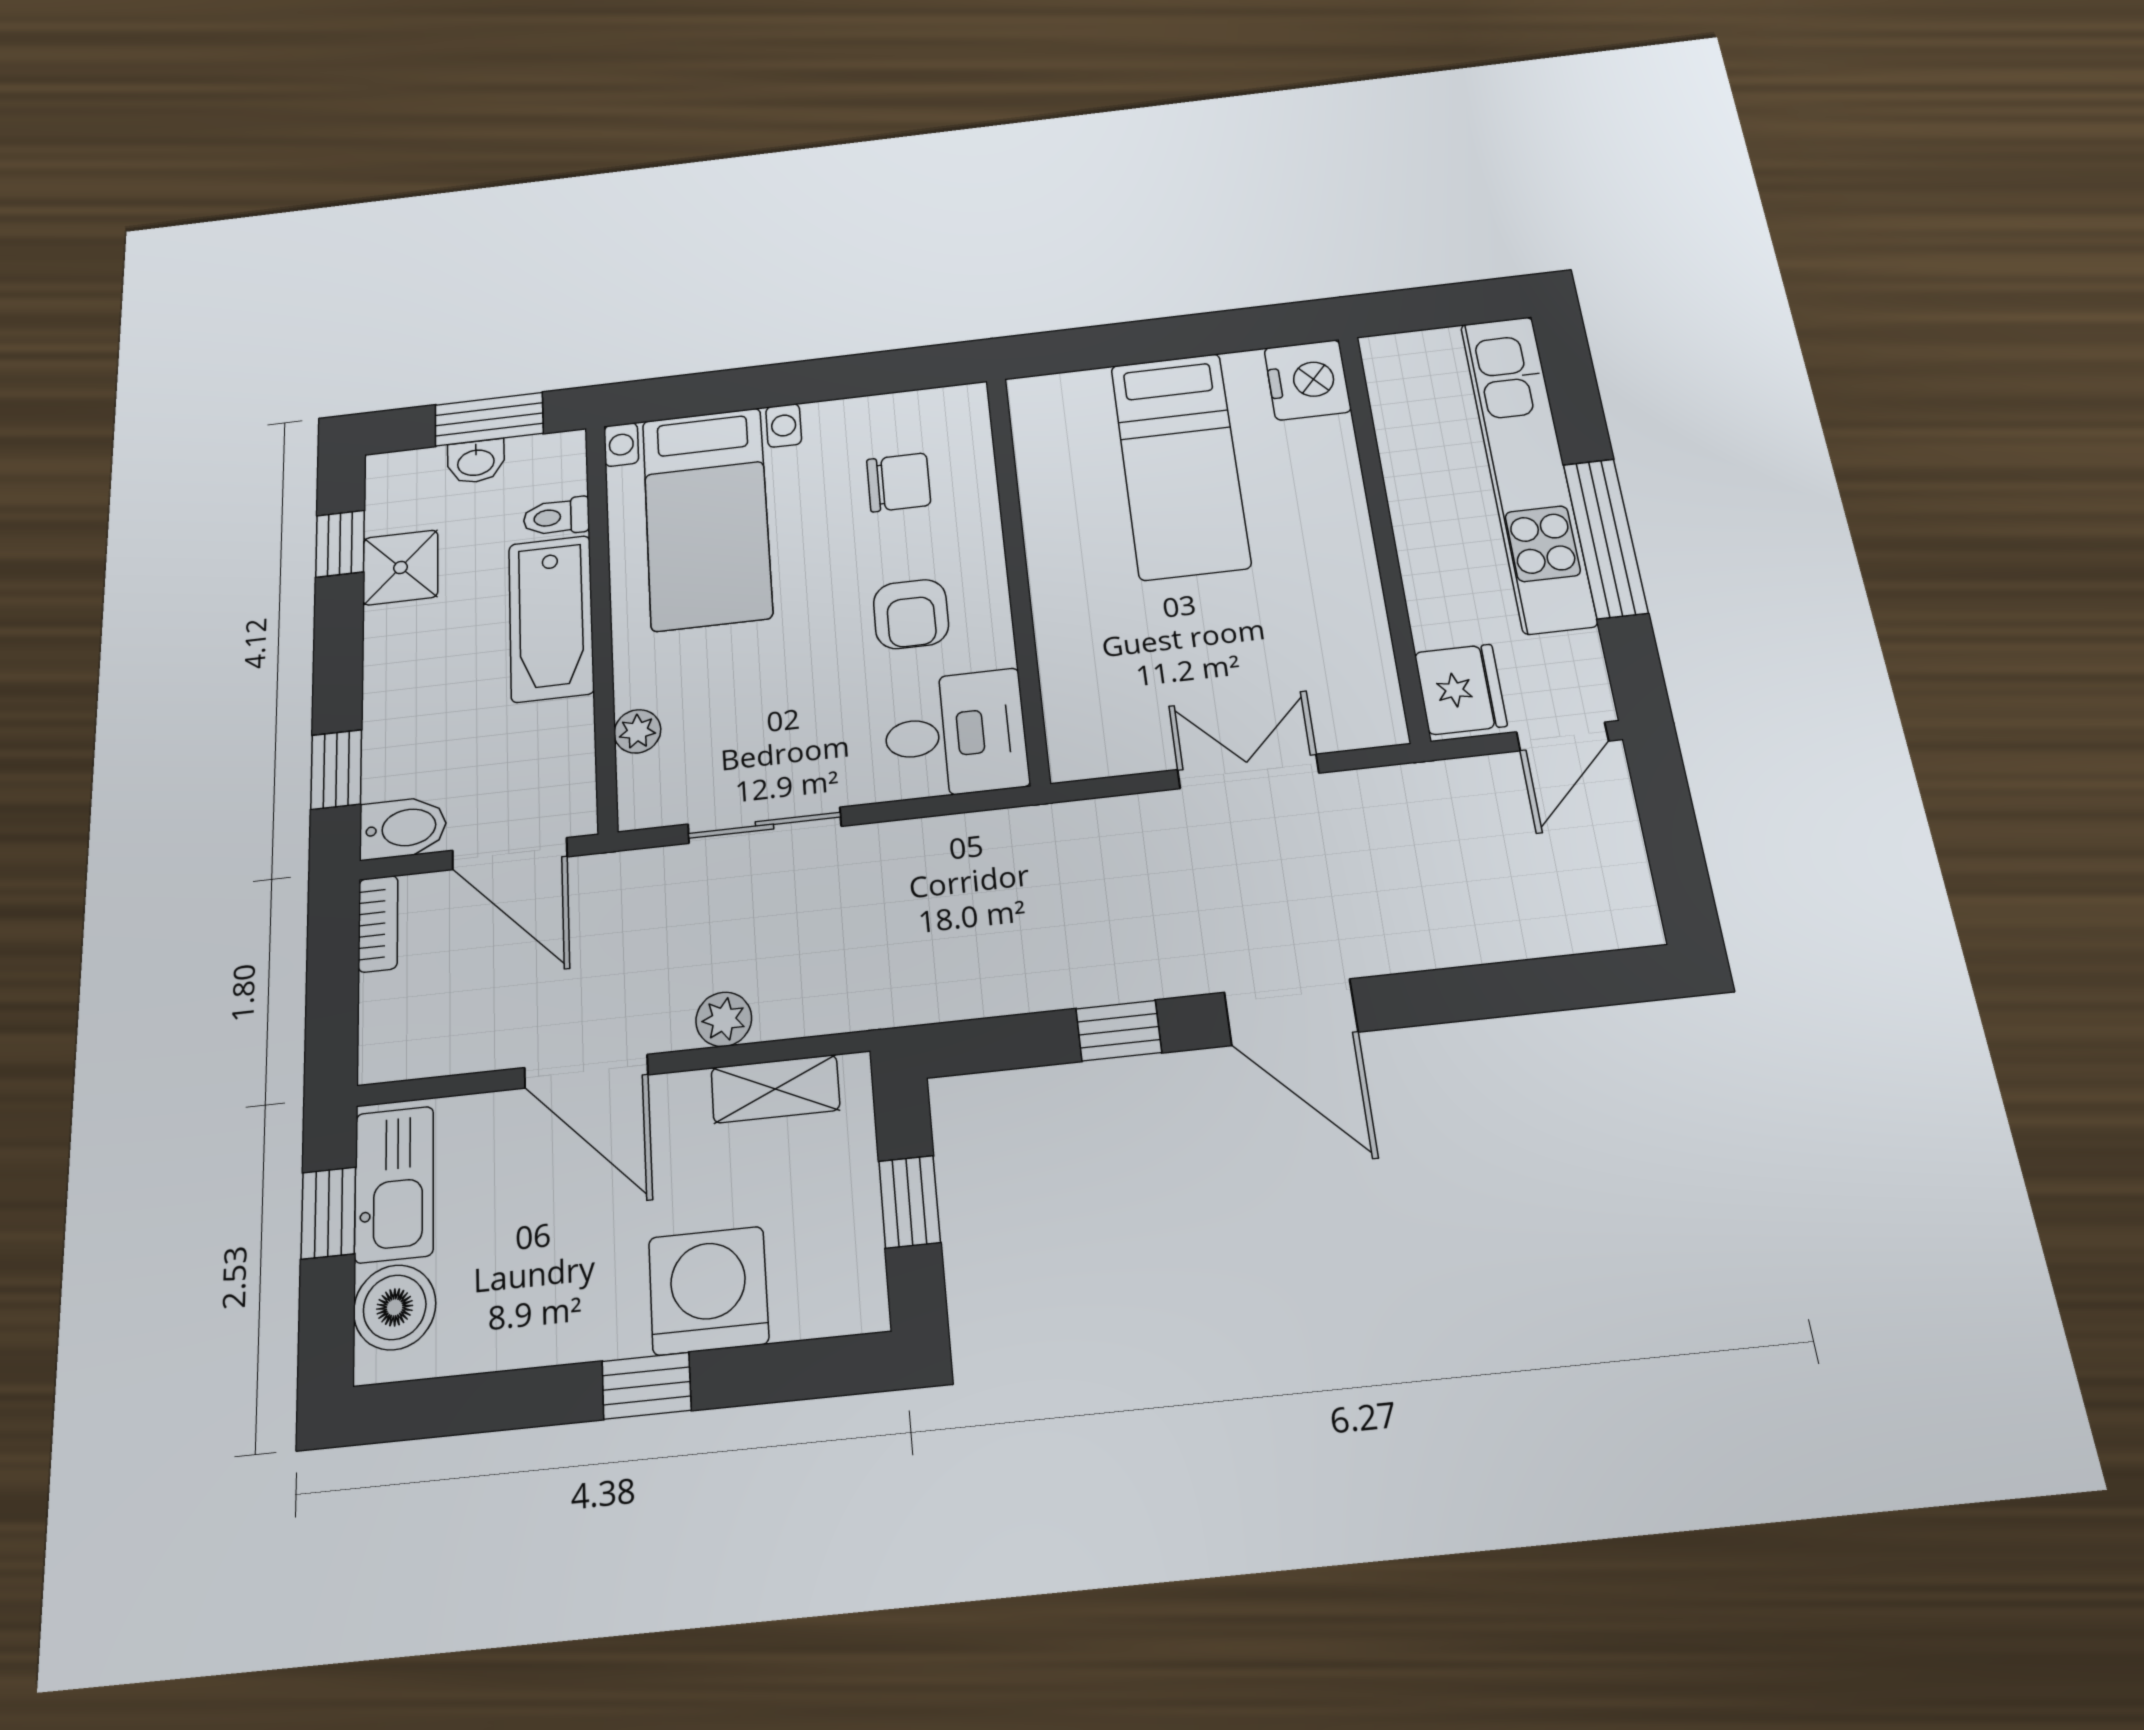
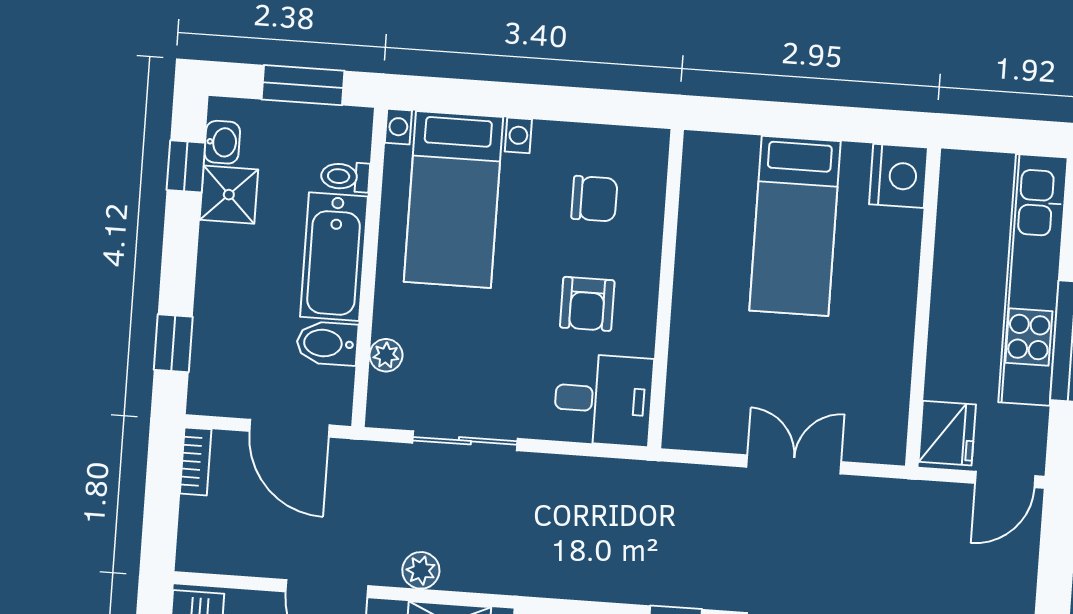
washbasin: (476, 462) -> (222, 142), moved, turned -90
bidet: (403, 828) -> (327, 343), moved, turned 180

